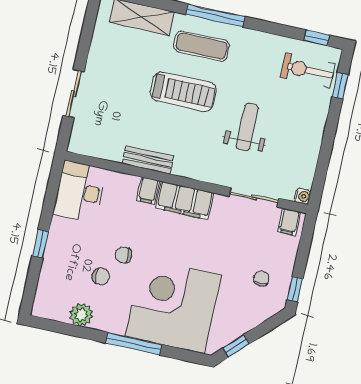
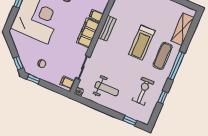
window: (317, 38) -> (163, 97), moved
exercise bike: (308, 70) -> (143, 91), moved
weight bench: (247, 127) -> (107, 89), moved
bench: (148, 160) -> (107, 28), moved
window: (236, 346) -> (18, 63), moved

